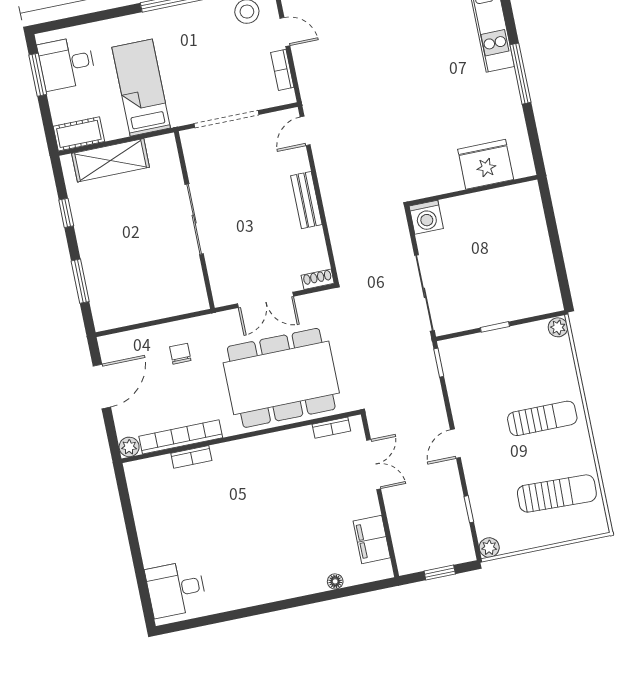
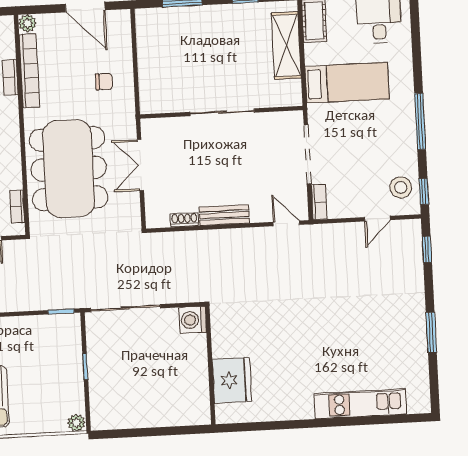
bookcase: (282, 70) -> (319, 202), moved, turned 90
window: (520, 74) -> (308, 424), removed
shoe rack: (318, 279) -> (184, 220), moved, turned -90

